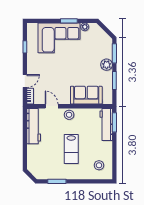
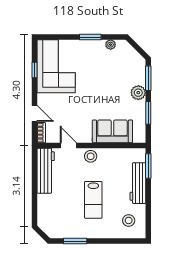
corner sofa: (59, 38) -> (56, 66), moved, turned -90
door: (25, 81) -> (35, 113), hinge flipped
workbench: (106, 124) -> (138, 183), moved

